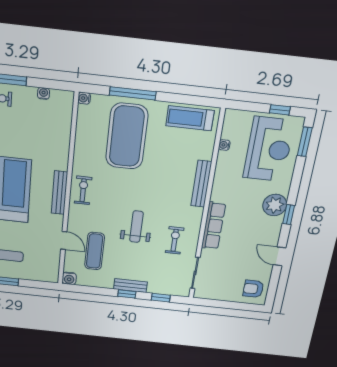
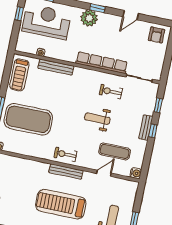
bench: (201, 184) -> (56, 67), moved
row of seats: (213, 226) -> (102, 63), width x1.36

